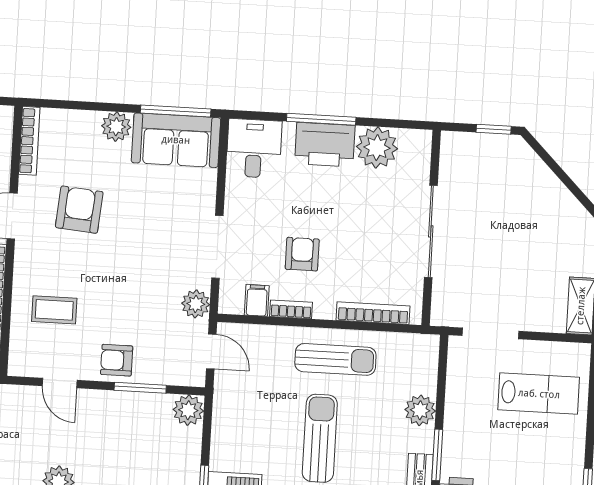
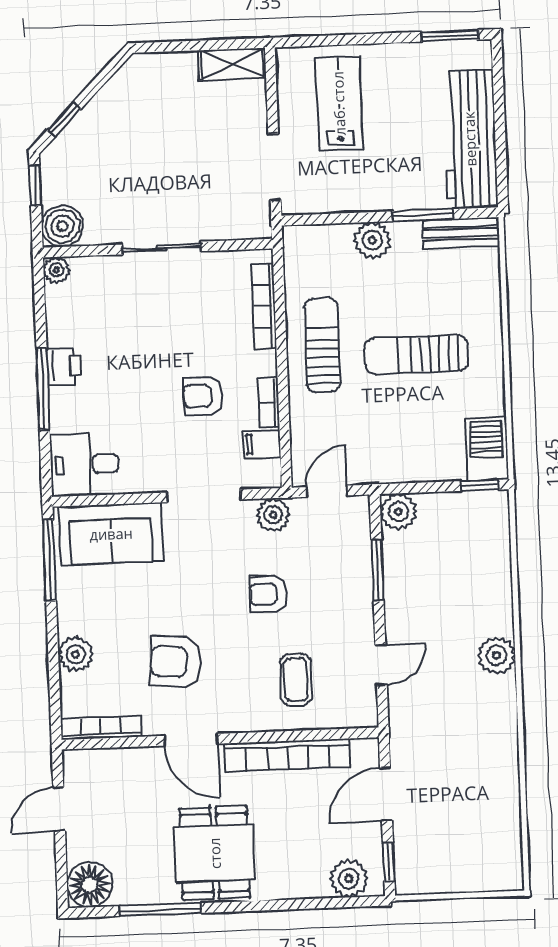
plant: (116, 127) -> (76, 654), moved
sofa: (176, 140) -> (111, 534), moved, turned 90
printer: (325, 145) -> (64, 366), width x0.53, depth x0.68
plant: (377, 148) -> (56, 270), moved, width x0.53, depth x0.53
boiler: (457, 149) -> (62, 226), added
window: (548, 159) -> (64, 119), added
sliding door: (431, 231) -> (162, 248), width x0.73
armchair: (117, 360) -> (268, 594), moved, turned 90

